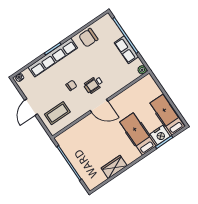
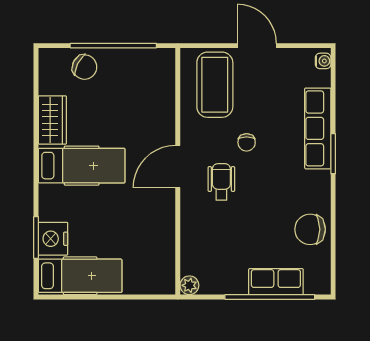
chair: (88, 38) -> (310, 229), turned -90
row of seats: (126, 50) -> (276, 282), moved
row of seats: (53, 58) -> (318, 128), width x0.73
coffee table: (57, 113) -> (215, 85), width x1.36, depth x1.32
hospital bed: (138, 134) -> (82, 166), moved
chair: (85, 168) -> (85, 67), added

